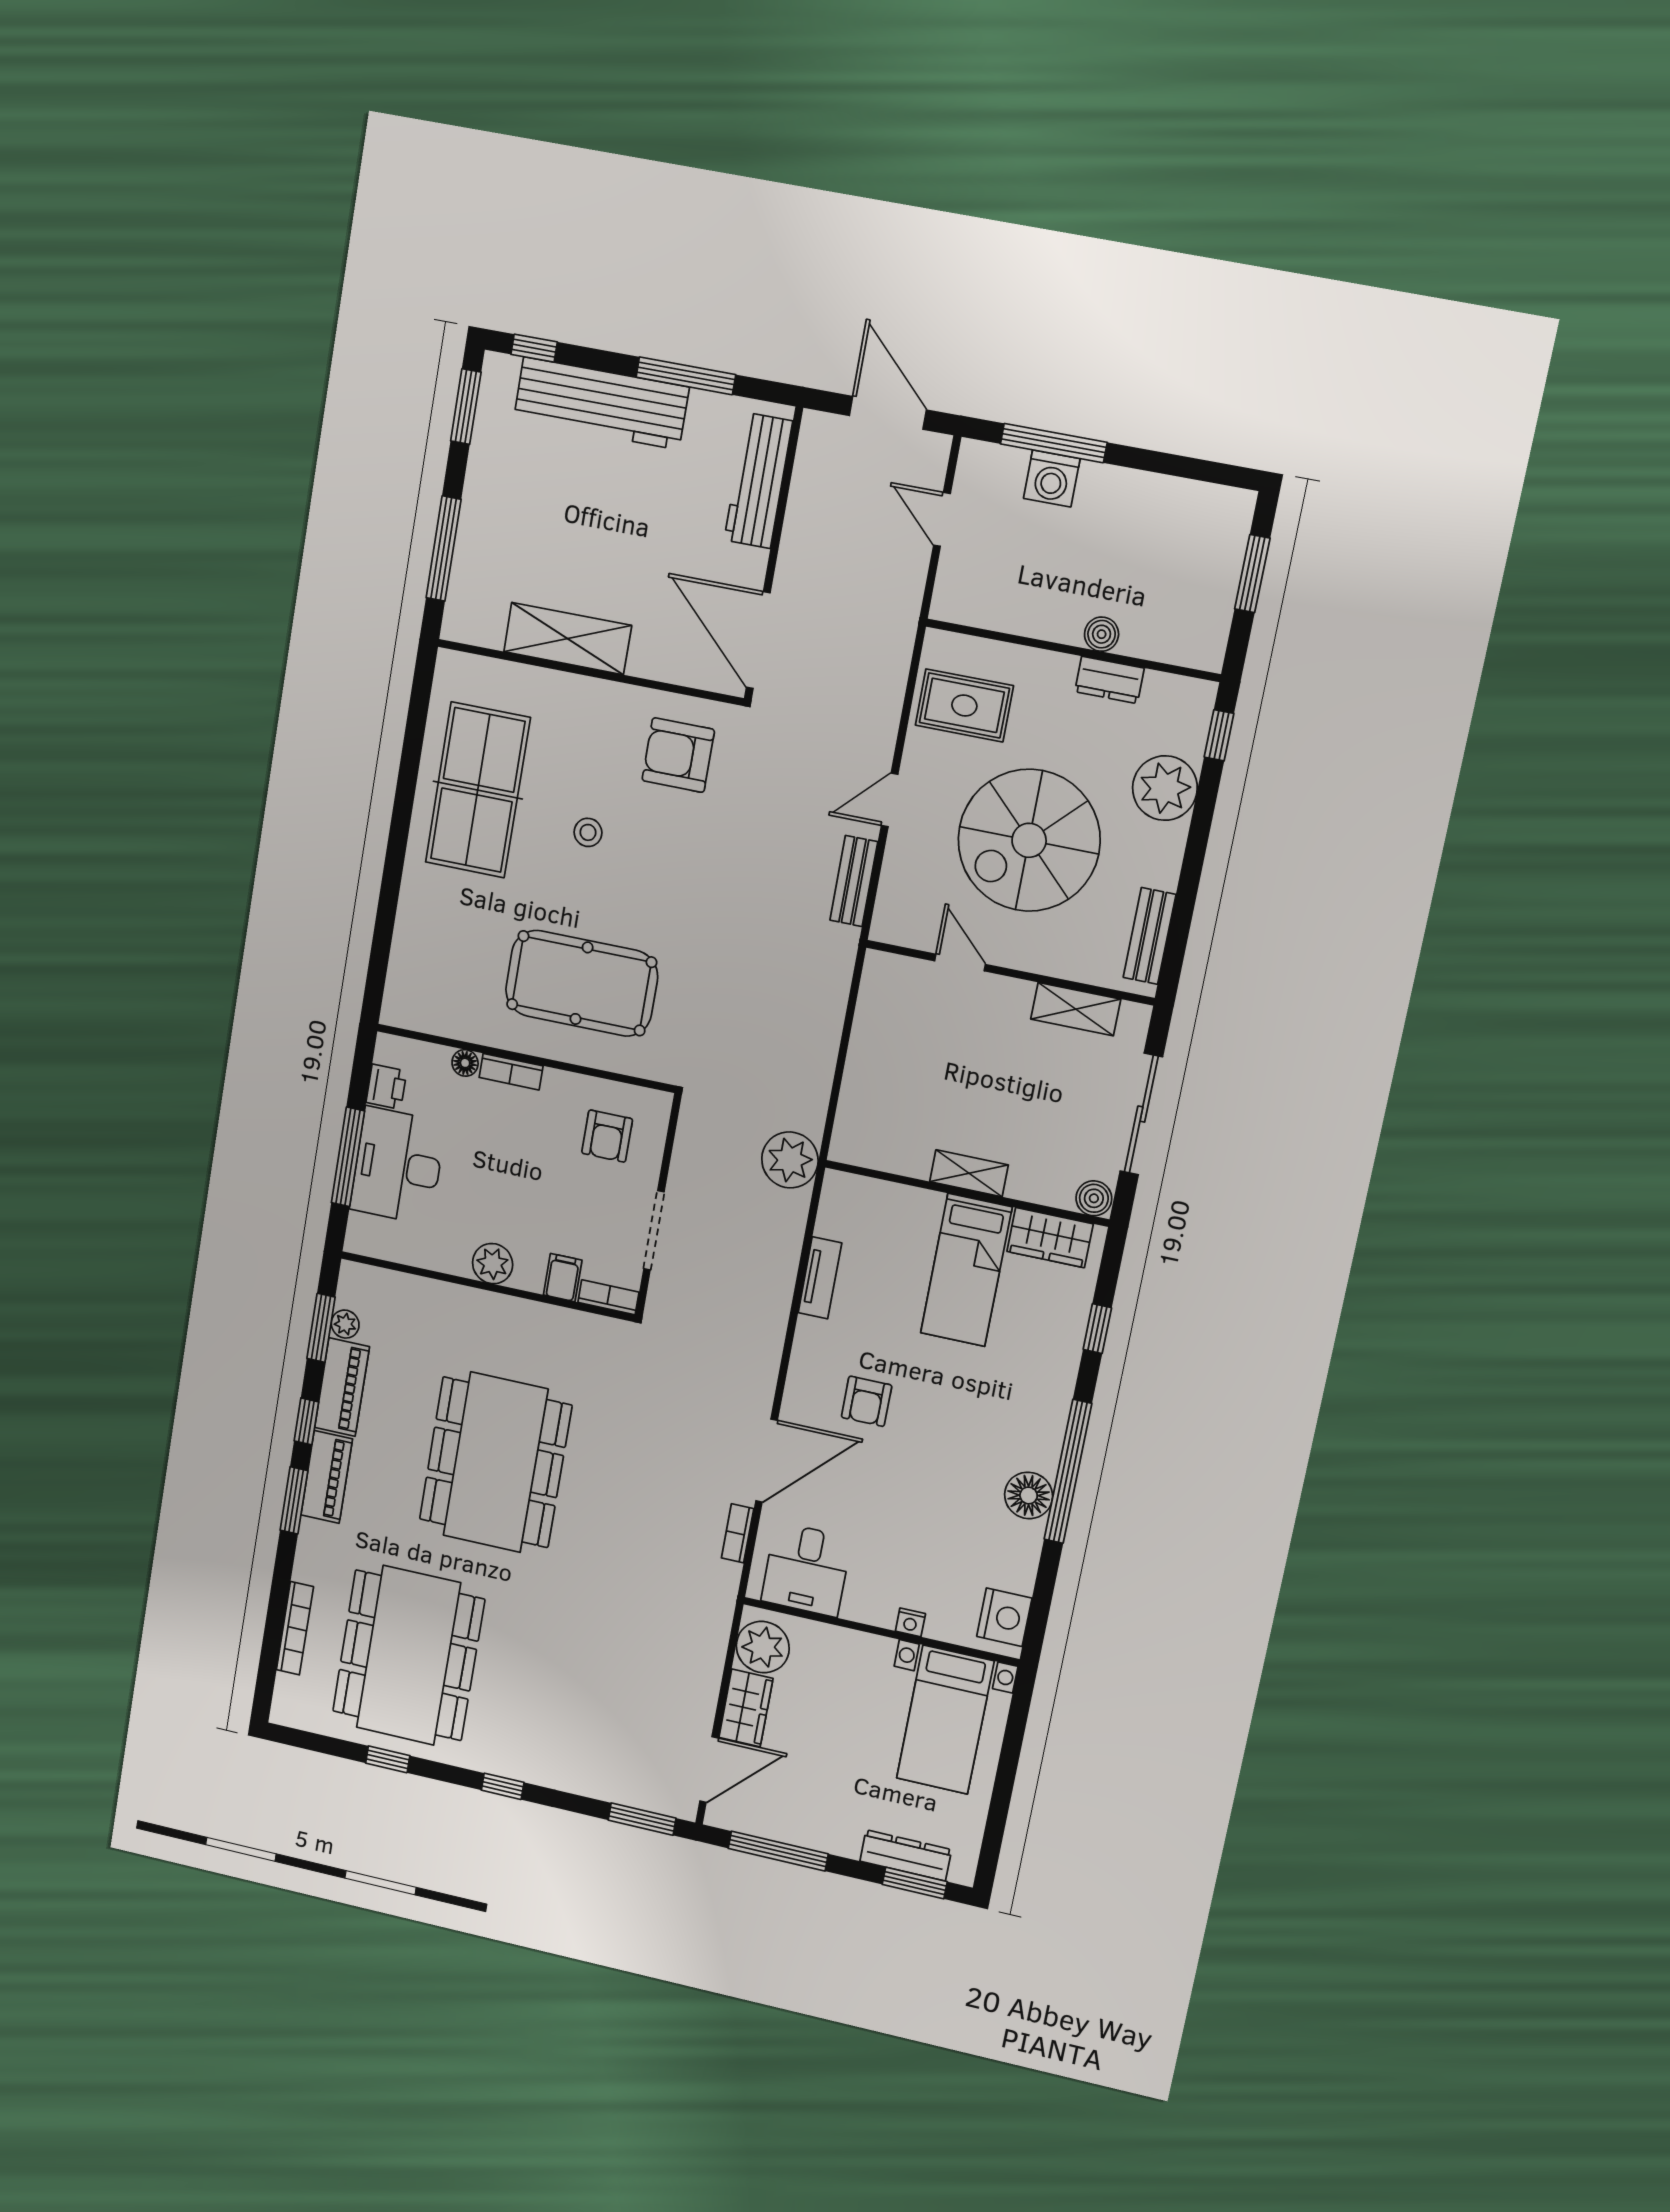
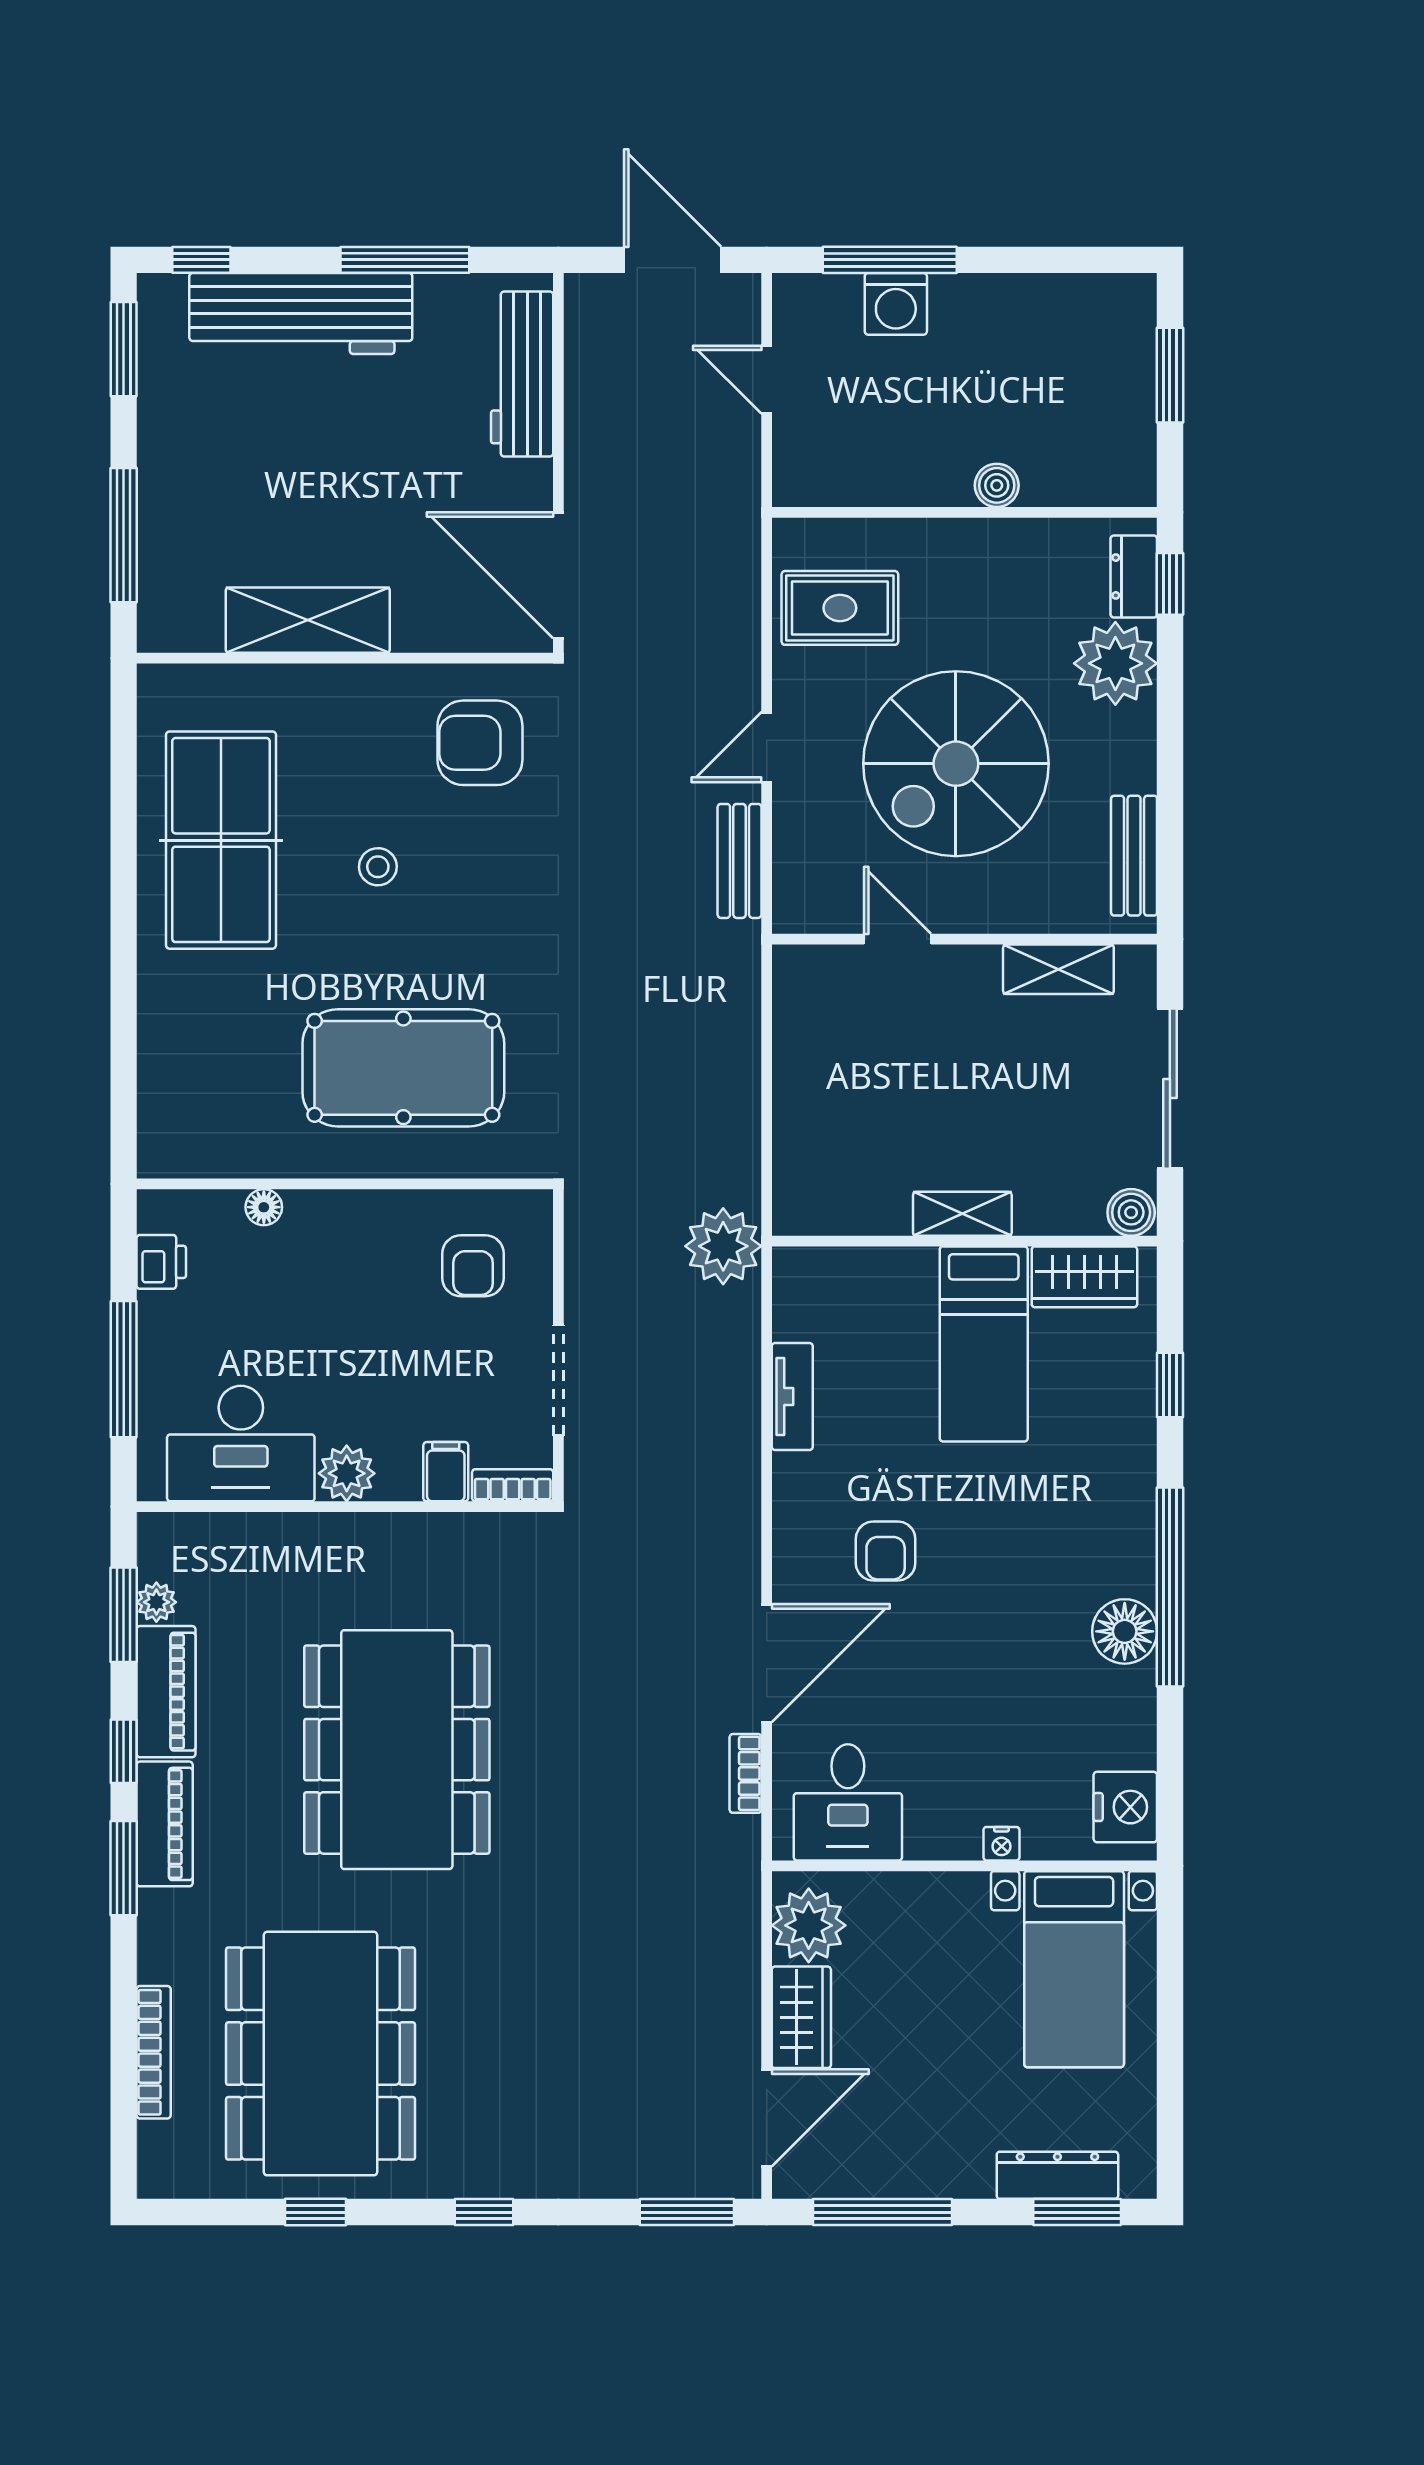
dresser: (1109, 680) -> (1134, 576), moved, turned 90
bookcase: (511, 1072) -> (328, 1206), removed
desk: (398, 1166) -> (241, 1444), moved, turned -90

